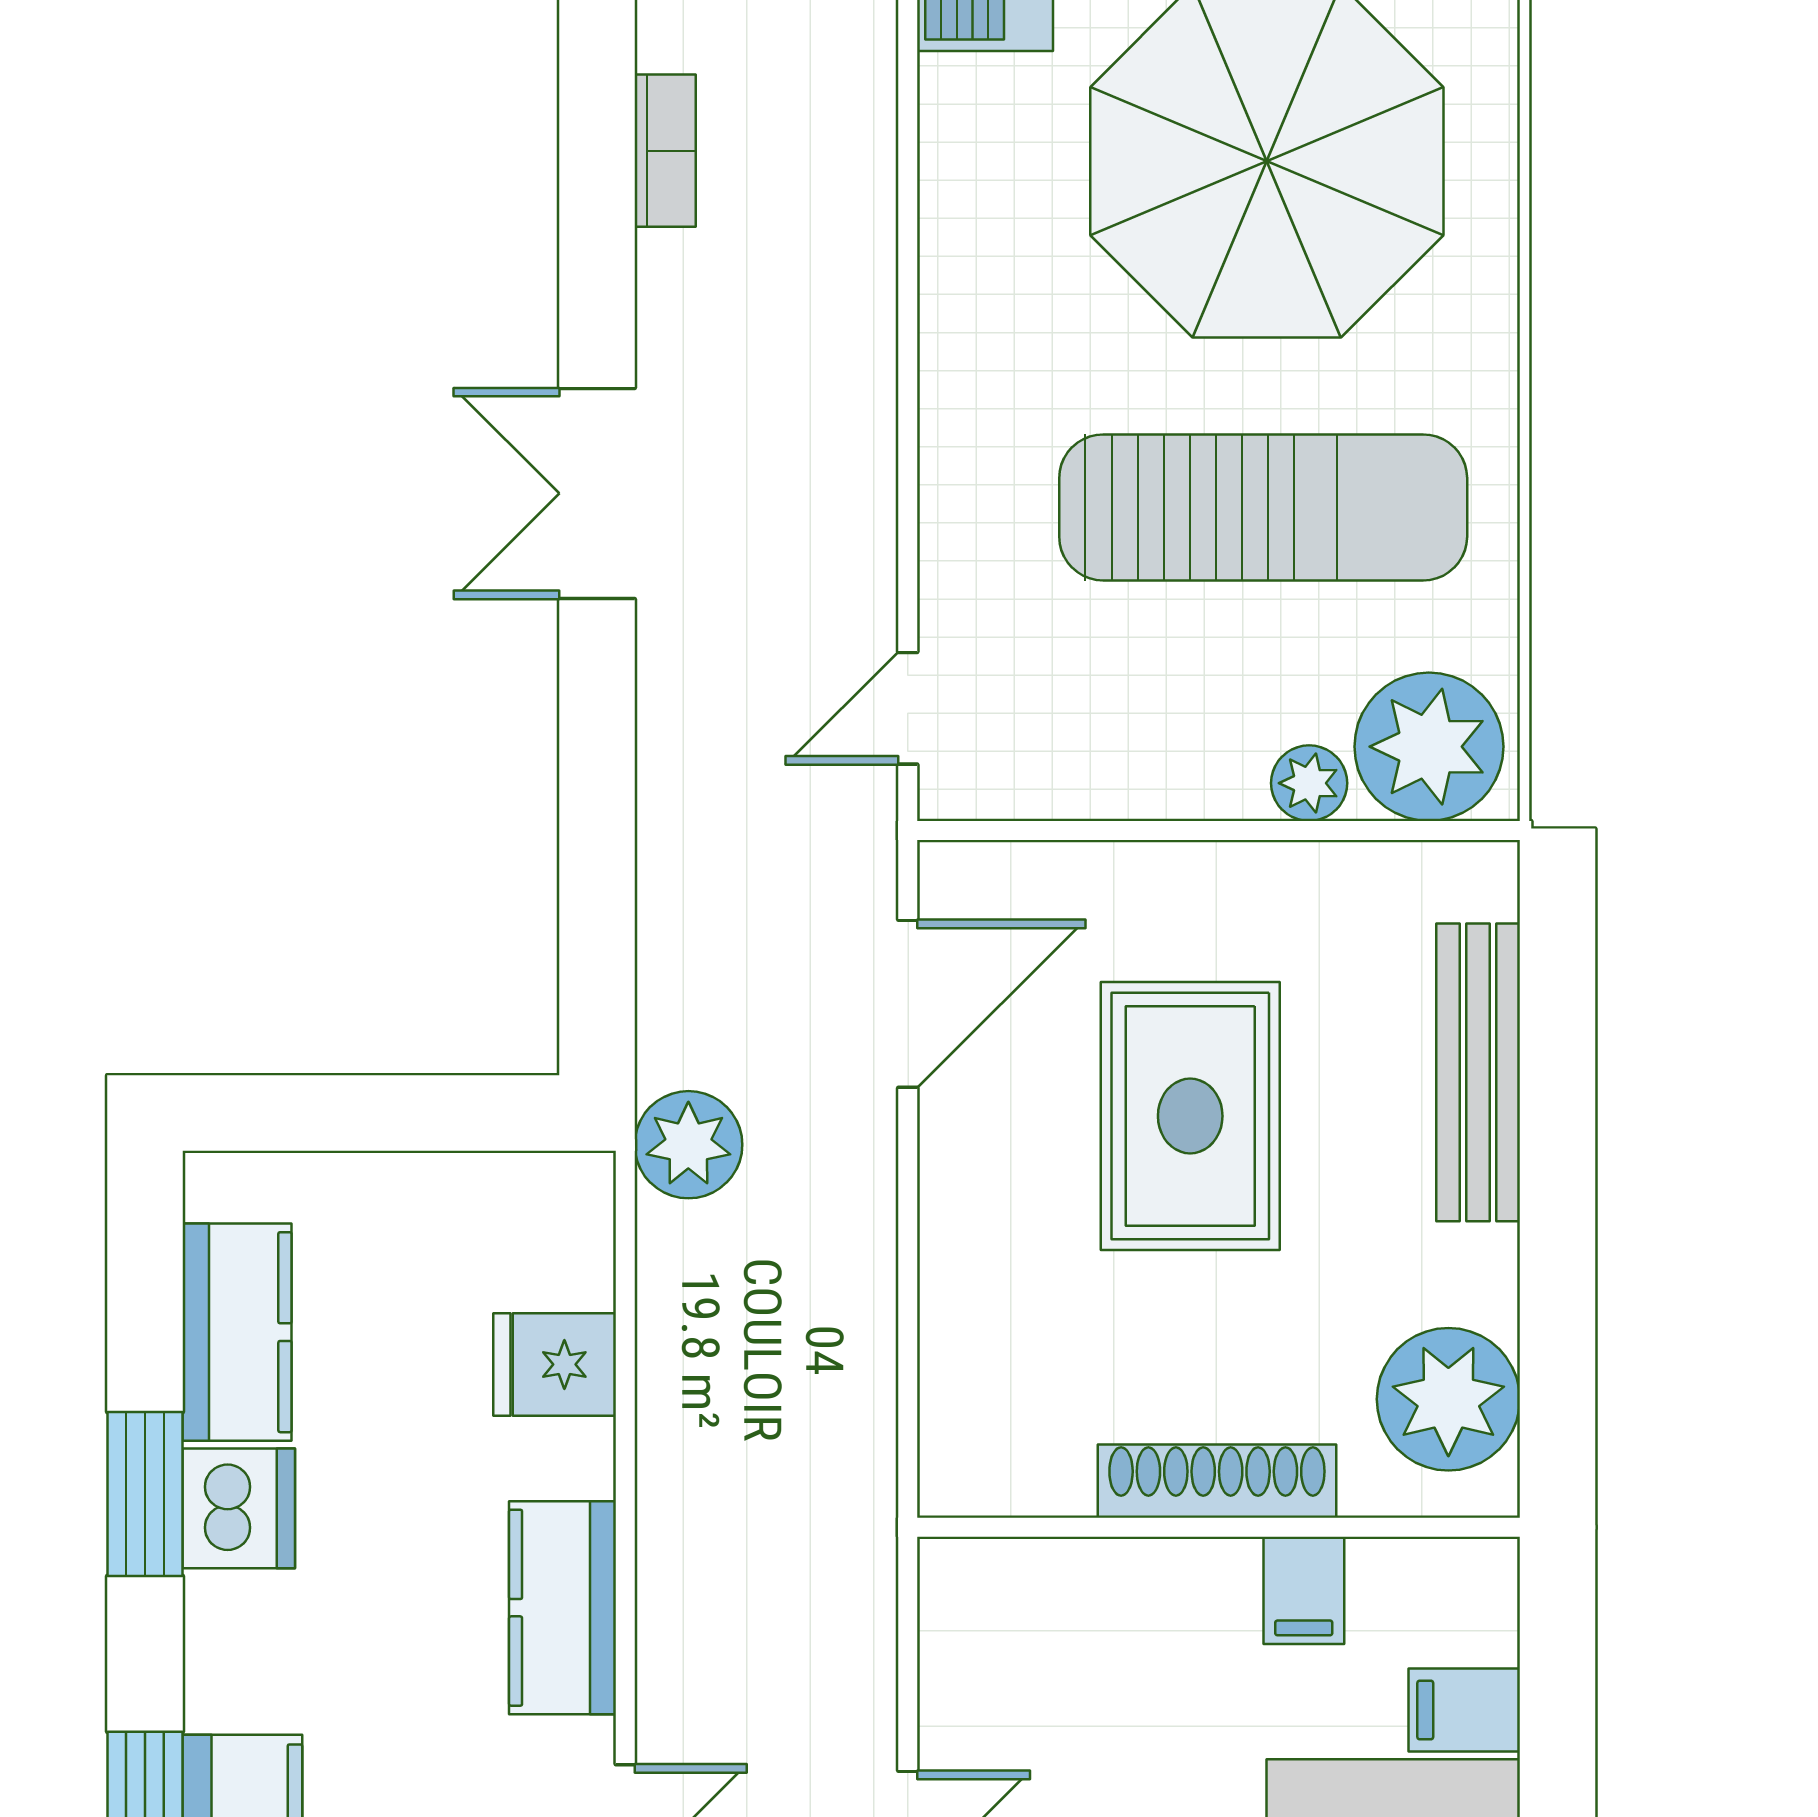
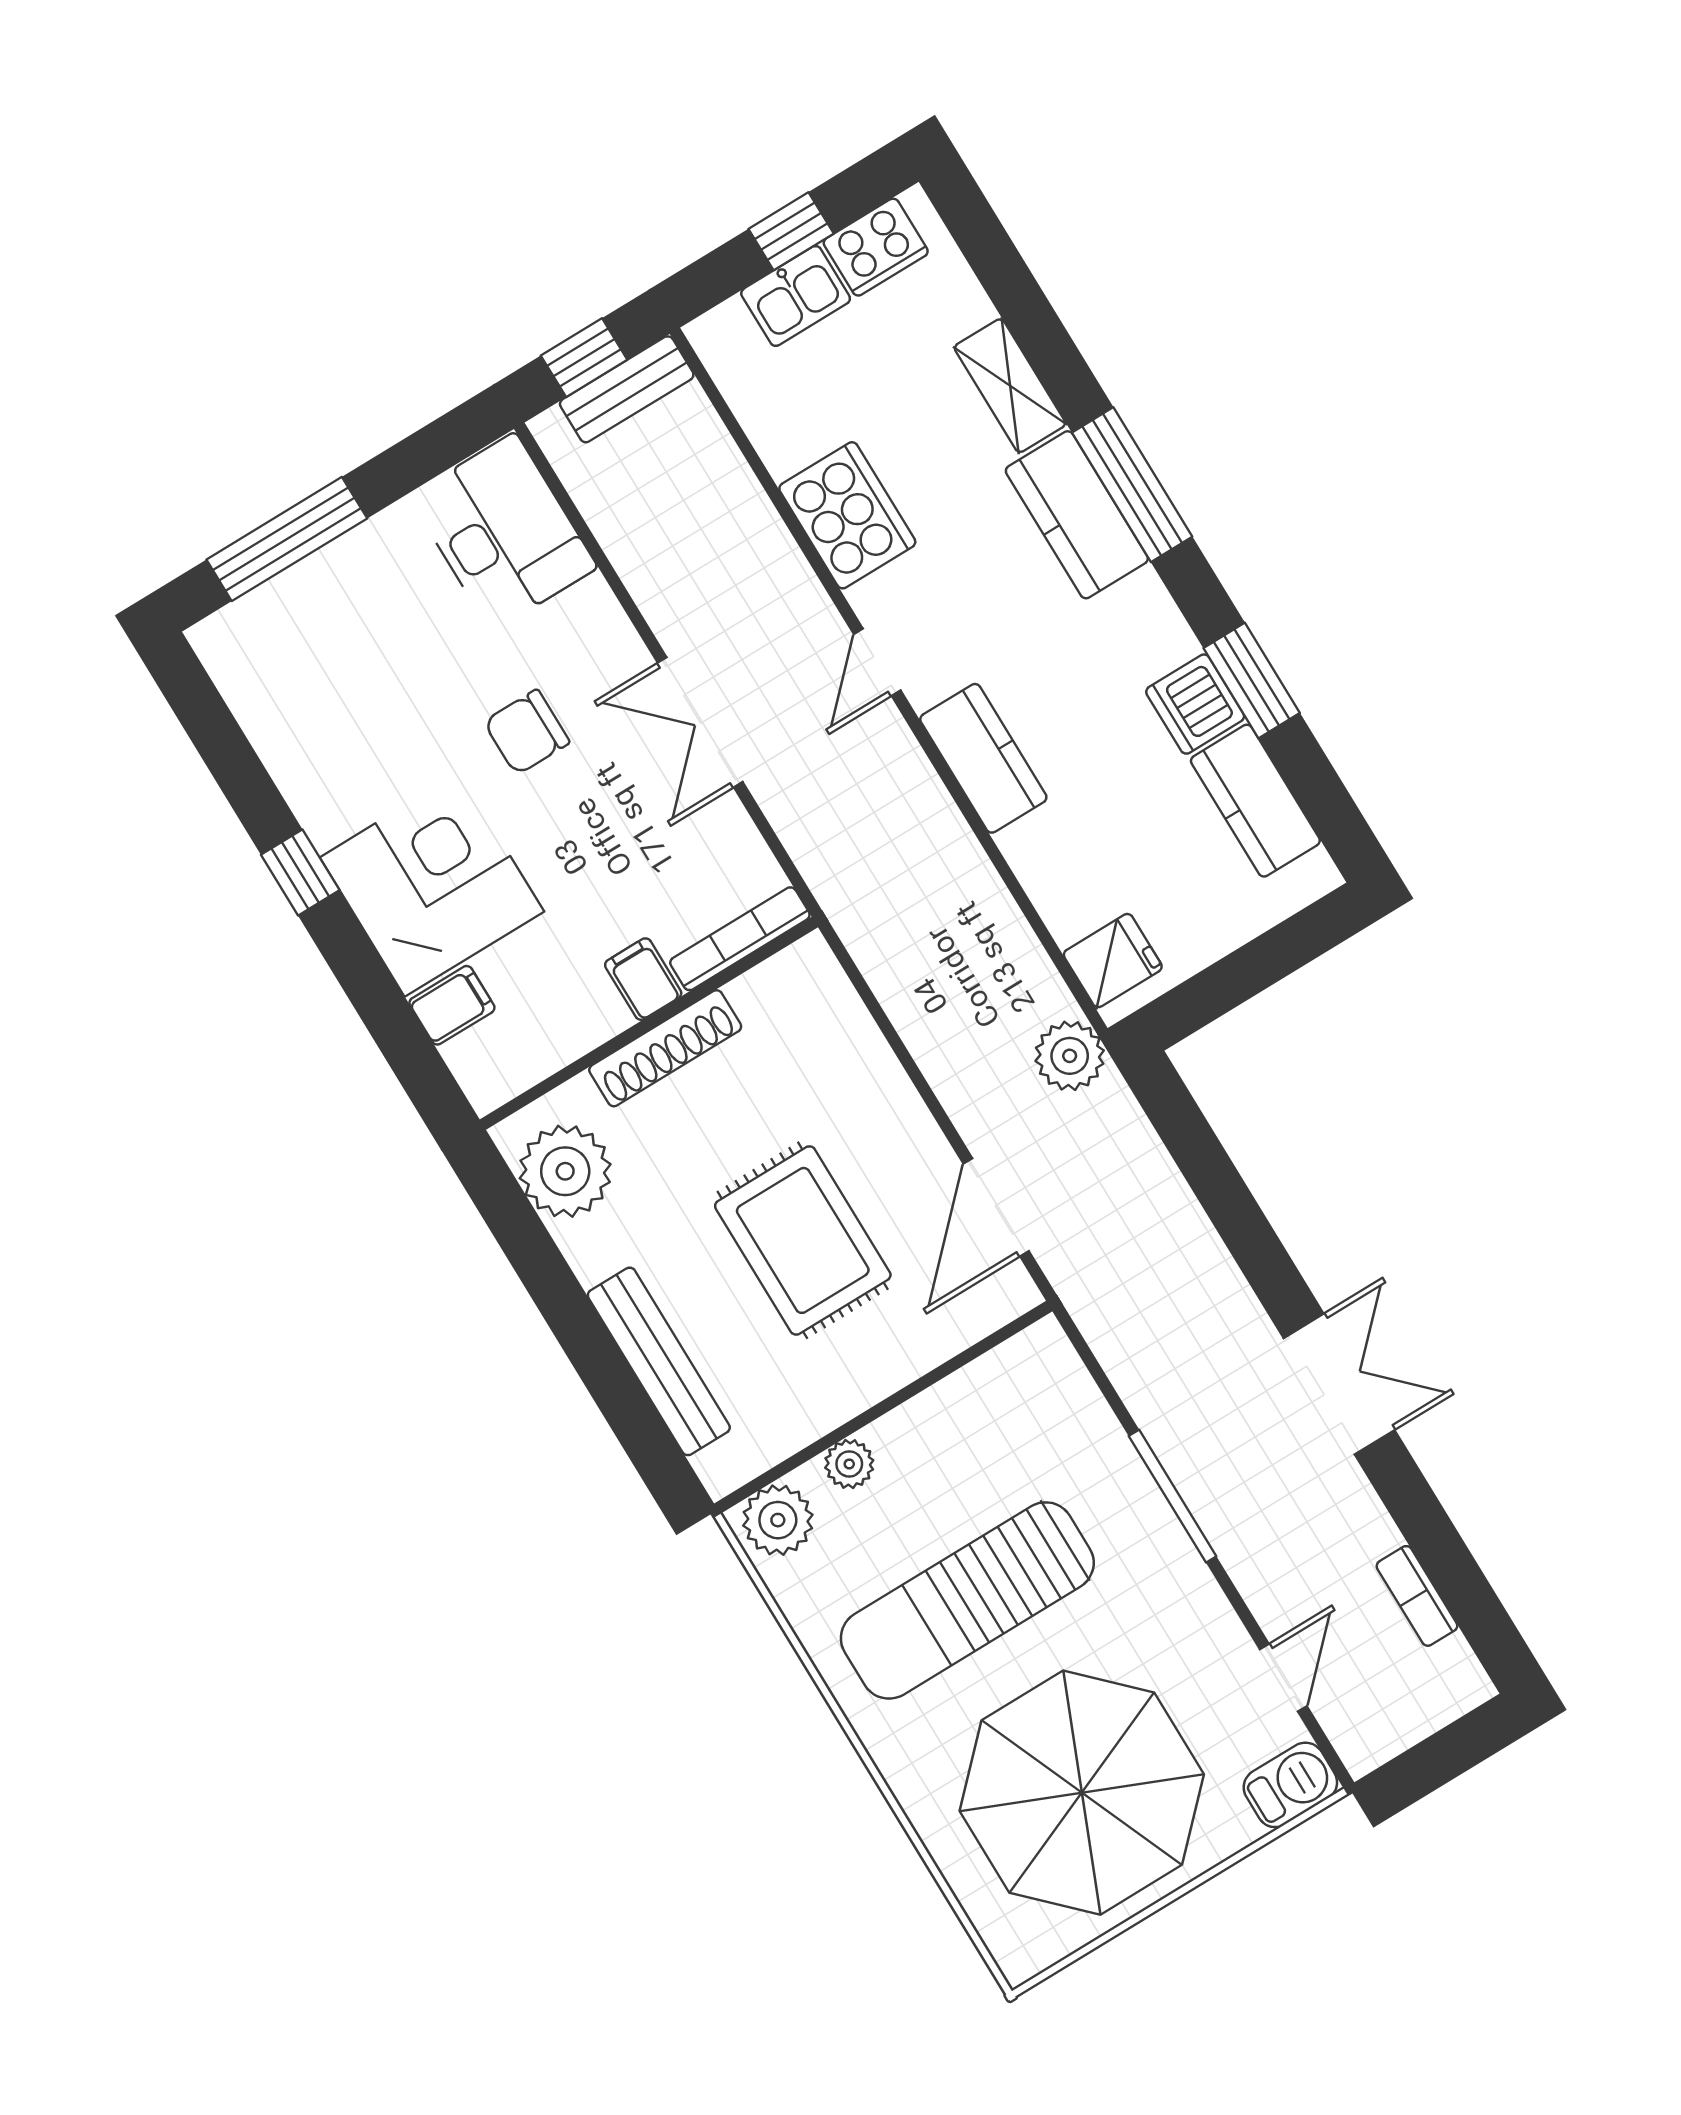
window: (908, 480) -> (1173, 1496), added
door: (908, 708) -> (1283, 1678), moved
plant: (1429, 747) -> (778, 1520), width x0.73, depth x0.73
fridge: (555, 1364) -> (1113, 961), moved
bookcase: (1030, 1566) -> (740, 939), added
filing cabinet: (1304, 1590) -> (643, 979), moved

